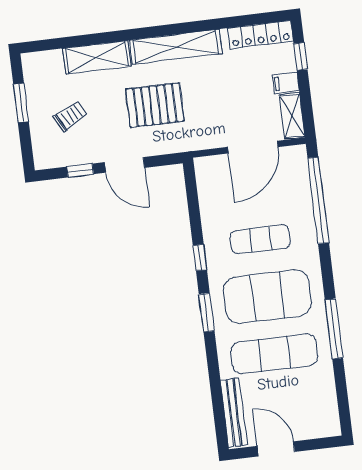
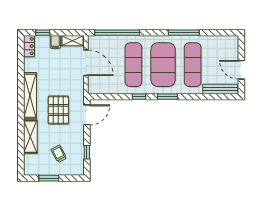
locker: (260, 35) -> (29, 46), width x0.66
door: (125, 165) -> (87, 115), moved
exercise mat: (260, 239) -> (133, 65), width x1.36, depth x1.45
door: (276, 449) -> (241, 70), hinge flipped

